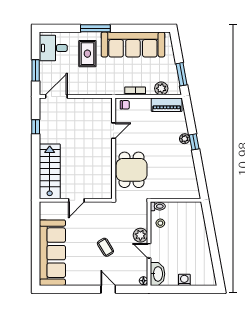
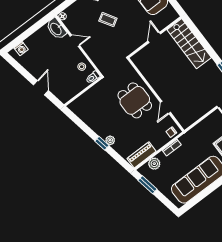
dining table: (132, 170) -> (135, 100), moved
door: (211, 232) -> (41, 88), added
plant: (140, 235) -> (89, 47), removed
washing machine: (184, 280) -> (21, 49), moved

